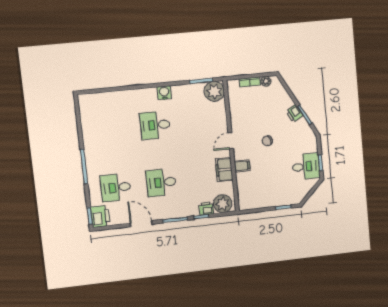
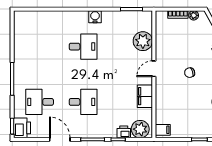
plant: (214, 91) -> (143, 41), moved
desk: (155, 125) -> (83, 47), turned 180
filing cabinet: (242, 166) -> (163, 130), moved
desk: (161, 182) -> (83, 102), turned 180

